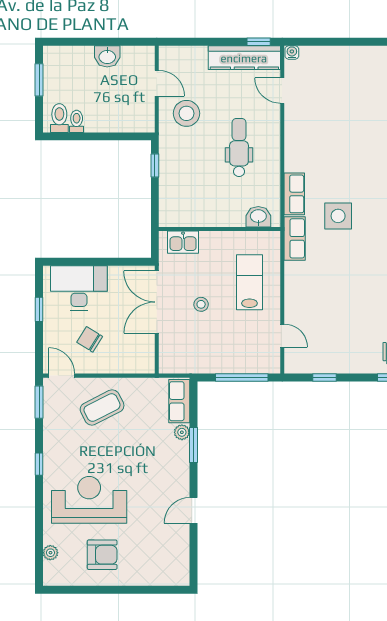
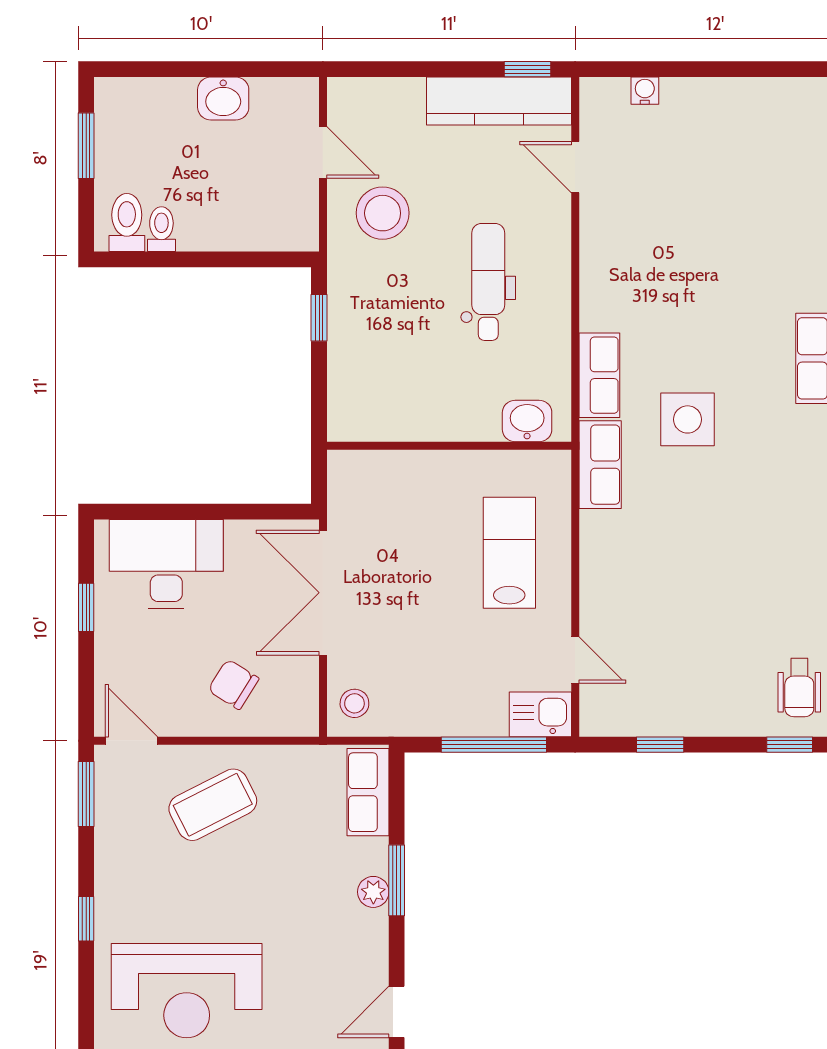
water cooler: (292, 53) -> (645, 91), moved
kitchen sink: (183, 242) -> (540, 714), moved, turned 180
stool: (201, 304) -> (354, 703), moved
chair: (90, 339) -> (233, 684), moved
plant: (182, 432) -> (373, 892), moved
reception desk: (89, 500) -> (187, 991), turned 180

